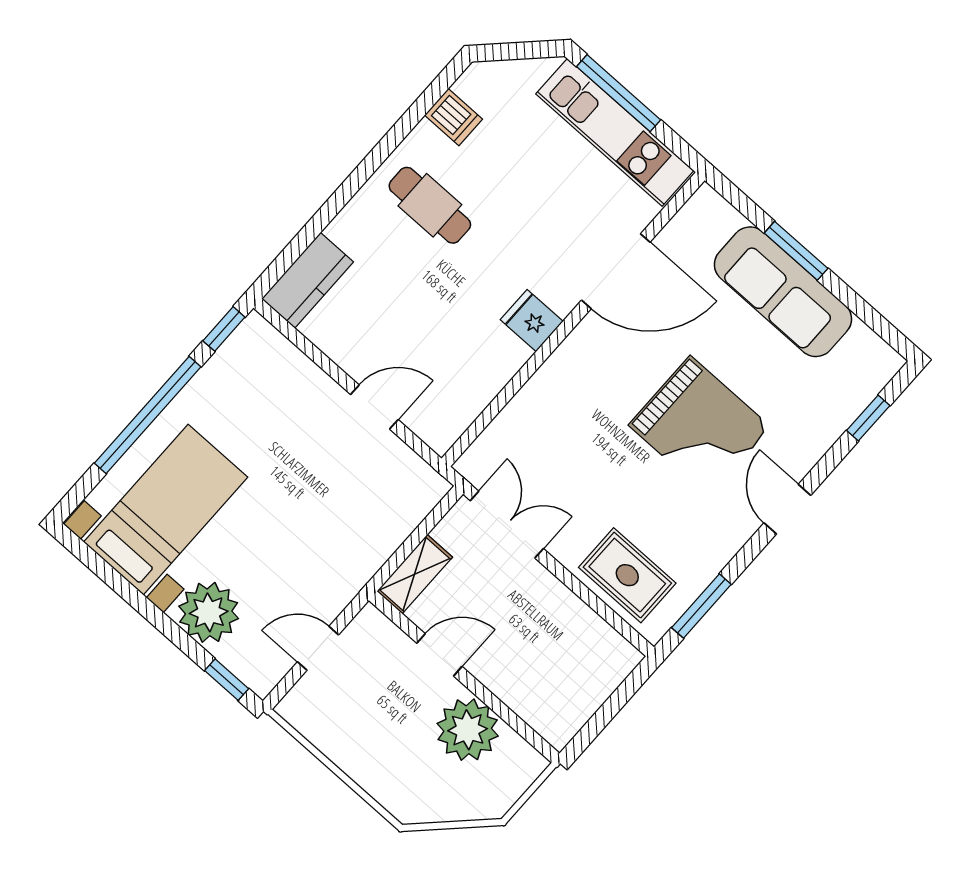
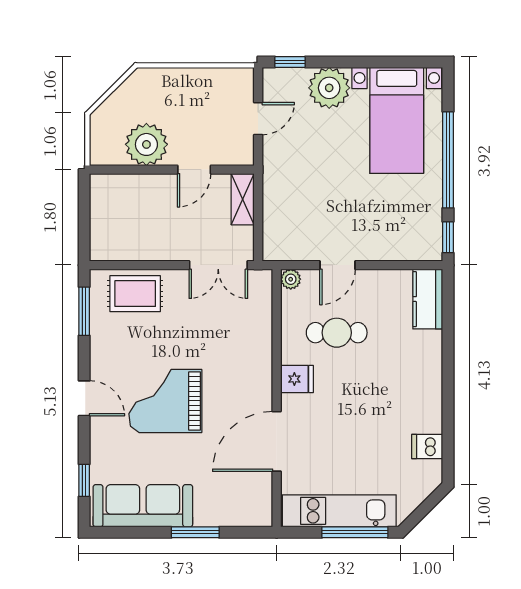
cafe table: (430, 205) -> (337, 333), moved
sofa: (783, 292) -> (143, 506), moved
plant: (440, 438) -> (291, 279), added

